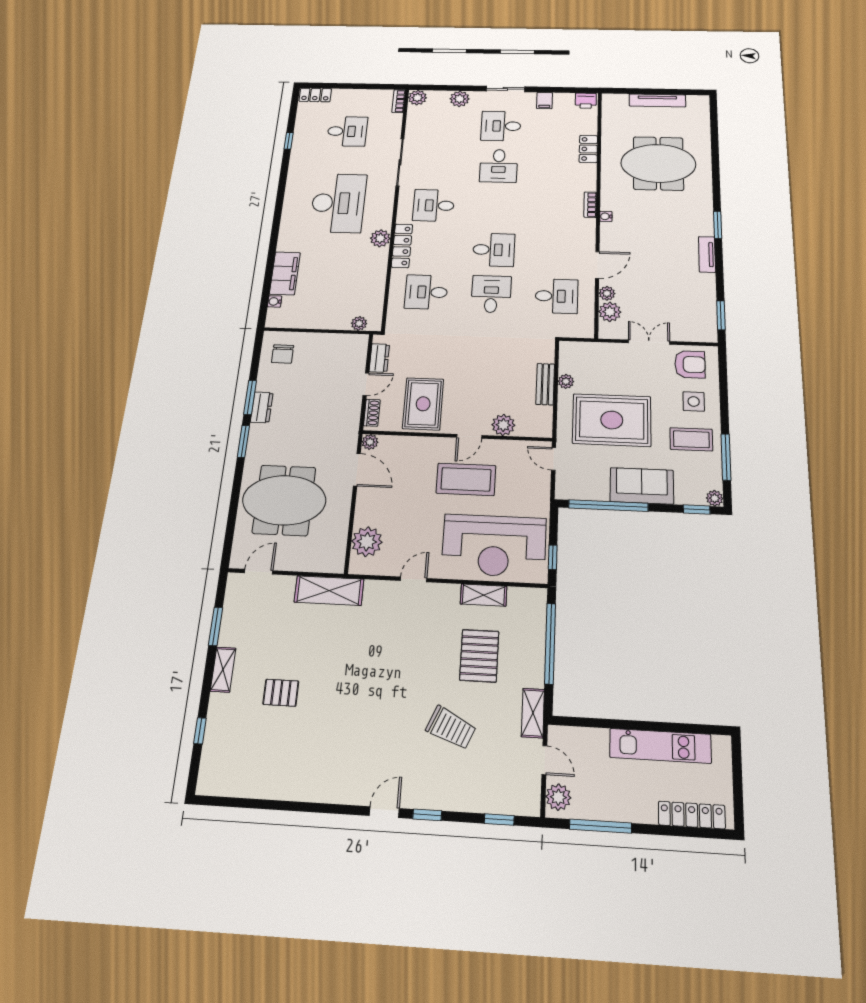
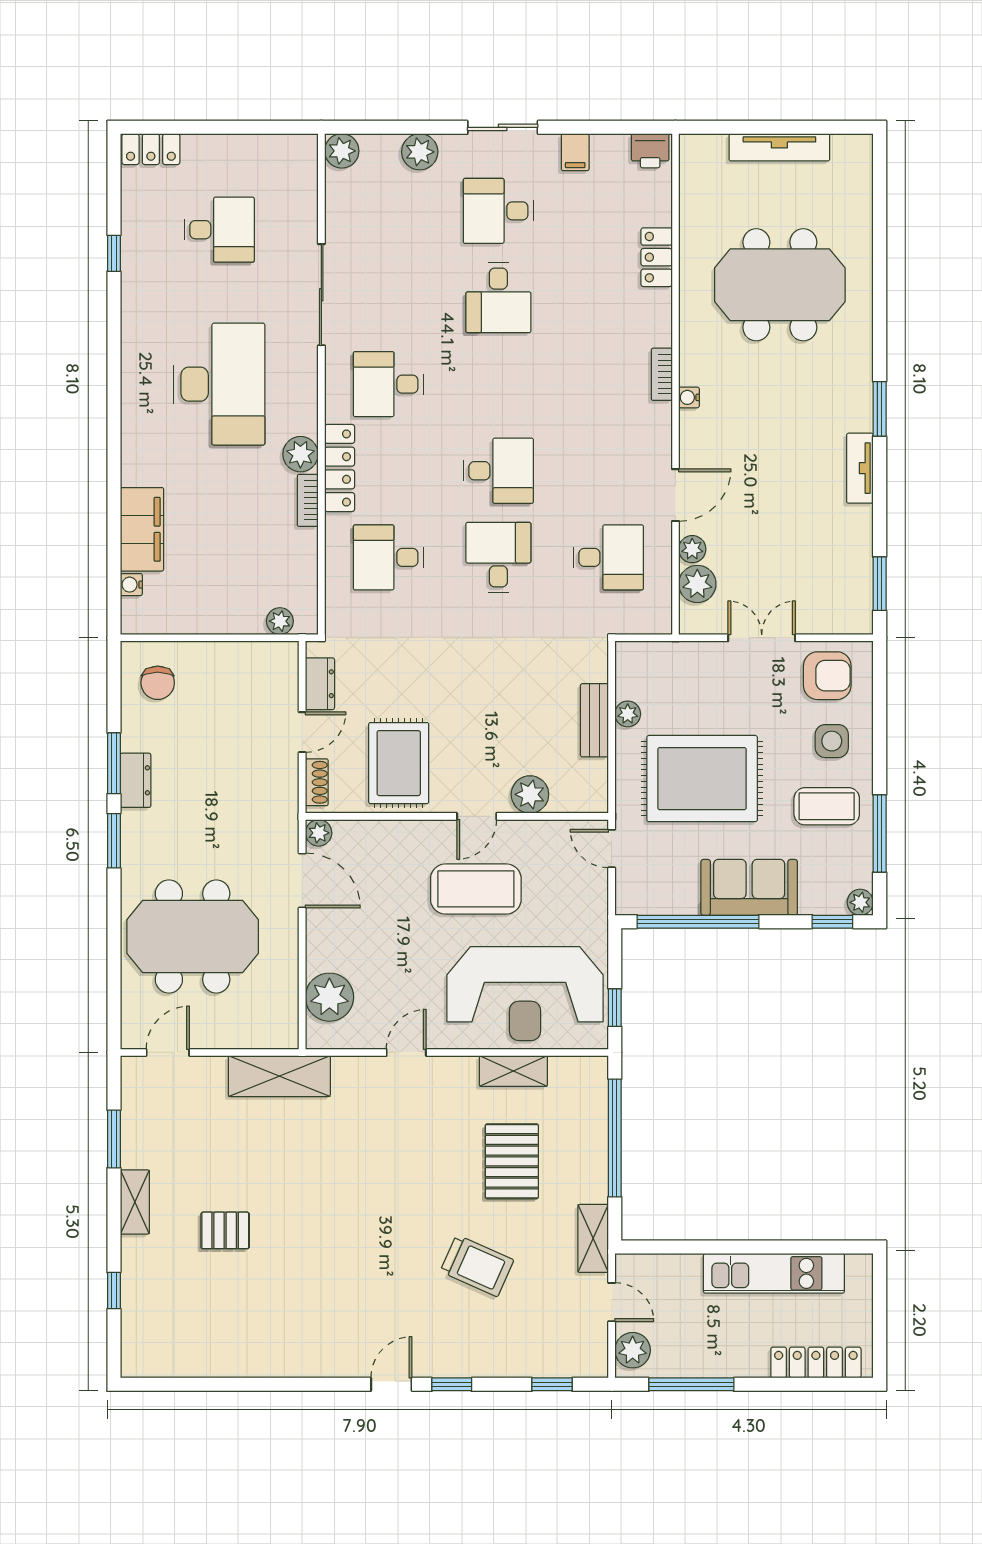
bookcase: (399, 101) -> (308, 500), moved

